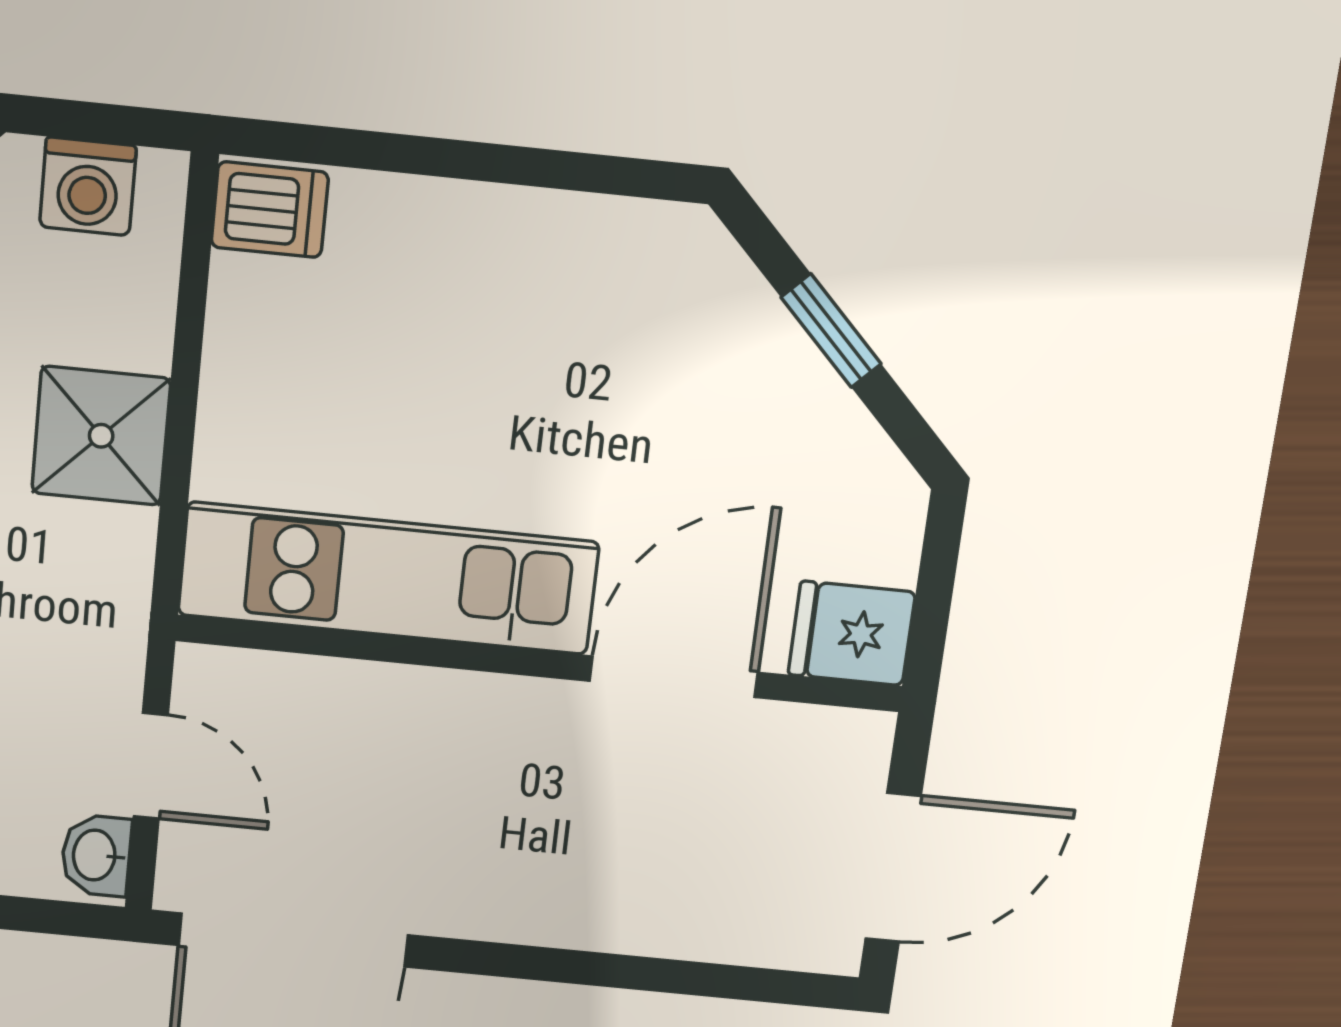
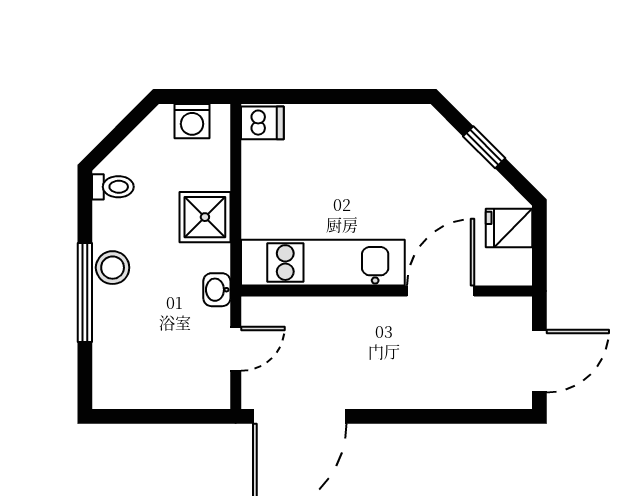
fridge: (852, 633) -> (509, 228), moved
door: (151, 766) -> (236, 349), hinge flipped
washbasin: (96, 855) -> (217, 290), moved

